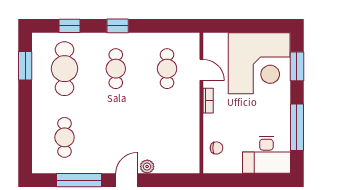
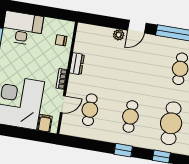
filing cabinet: (219, 43) -> (45, 123), added
door: (201, 70) -> (63, 104), swing flipped
dresser: (192, 122) -> (77, 64), added

